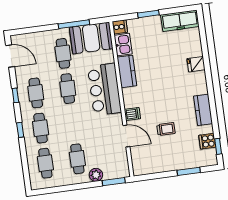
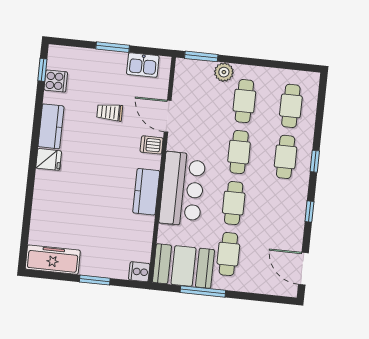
kitchen sink: (123, 45) -> (143, 65), moved, turned -90
fridge: (196, 64) -> (49, 159), moved
kitchen counter: (127, 71) -> (146, 192), moved
cafe table: (36, 93) -> (239, 152), moved
window: (189, 171) -> (113, 47), moved

